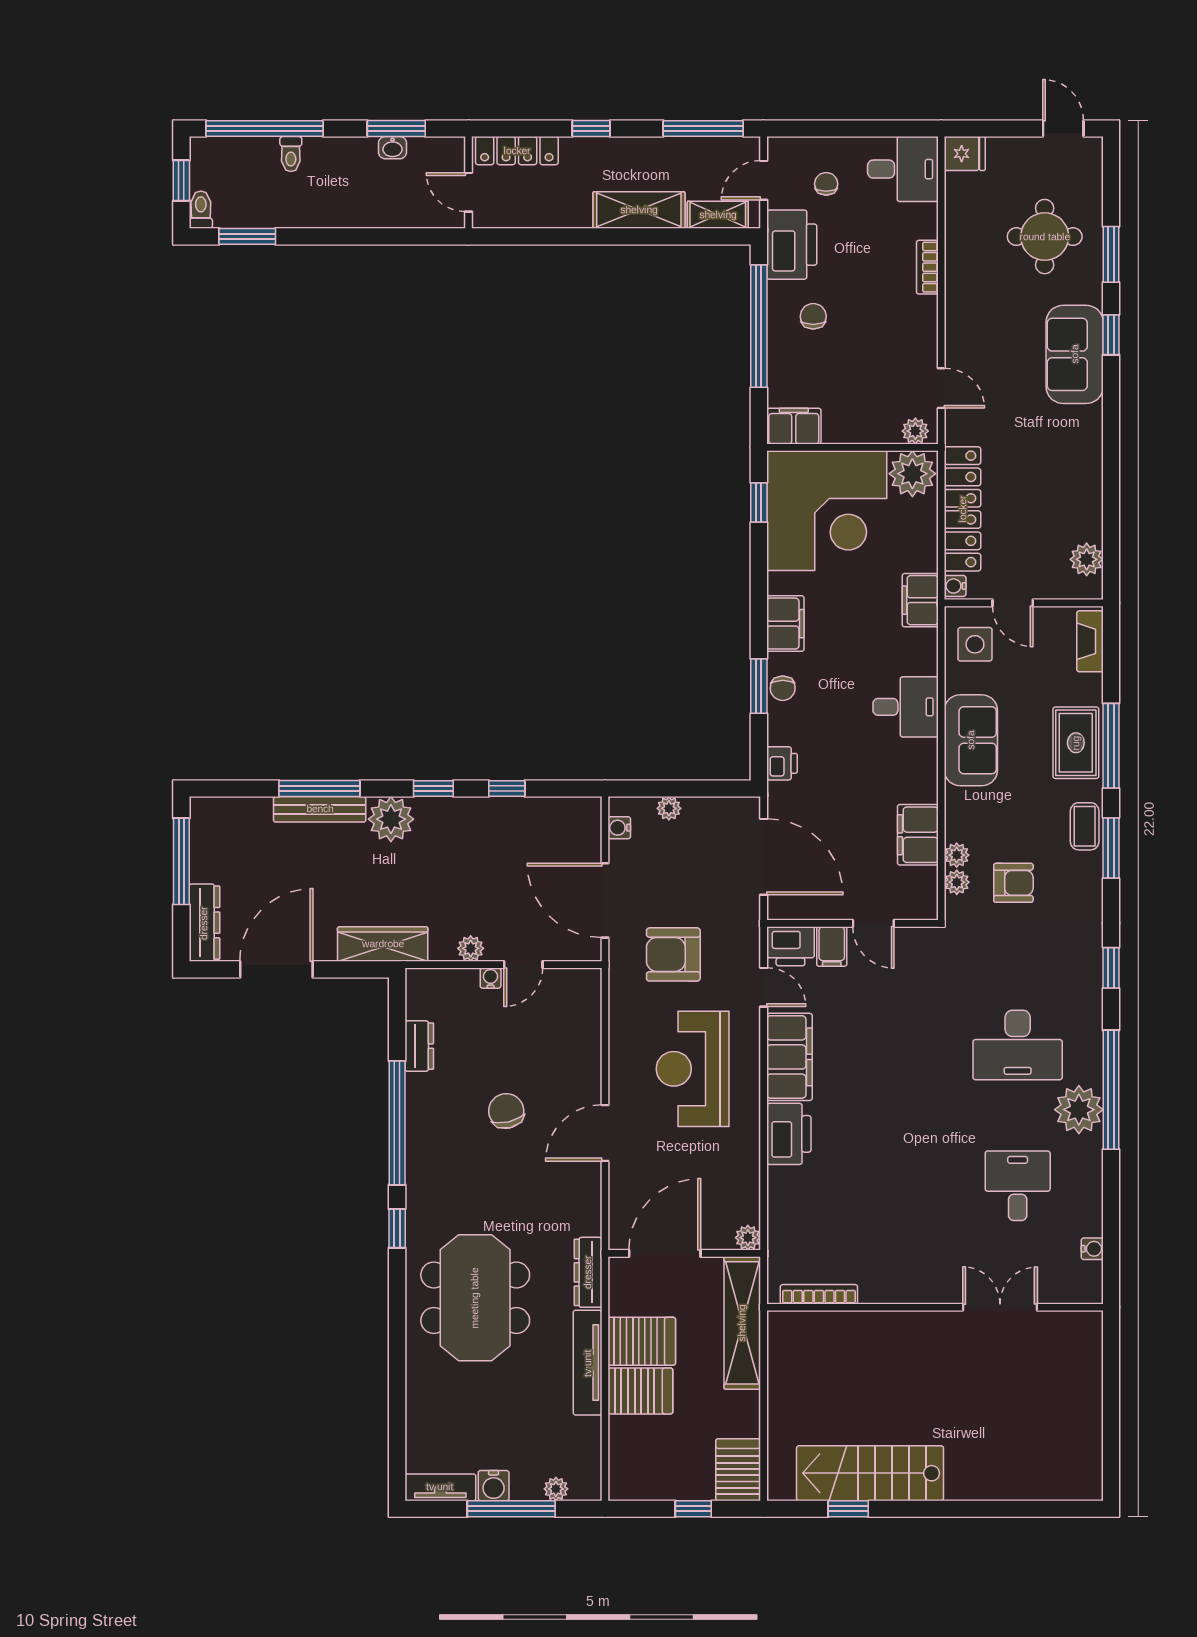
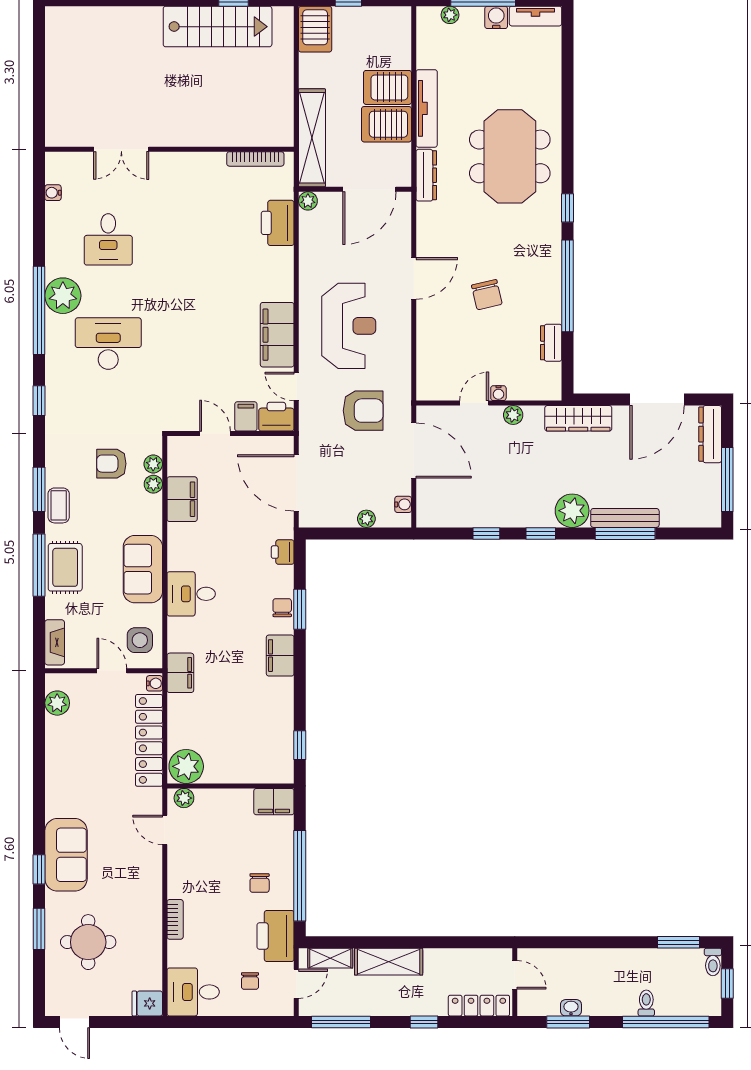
corner desk: (827, 511) -> (250, 739), removed
printer: (789, 1134) -> (278, 223), moved

